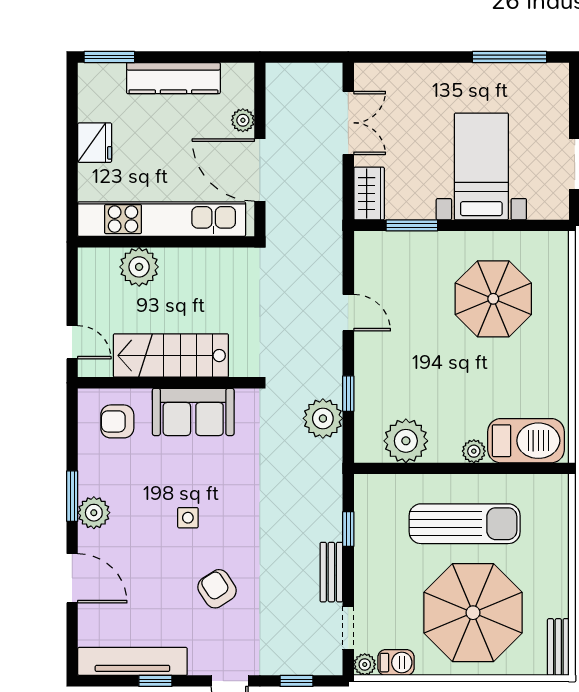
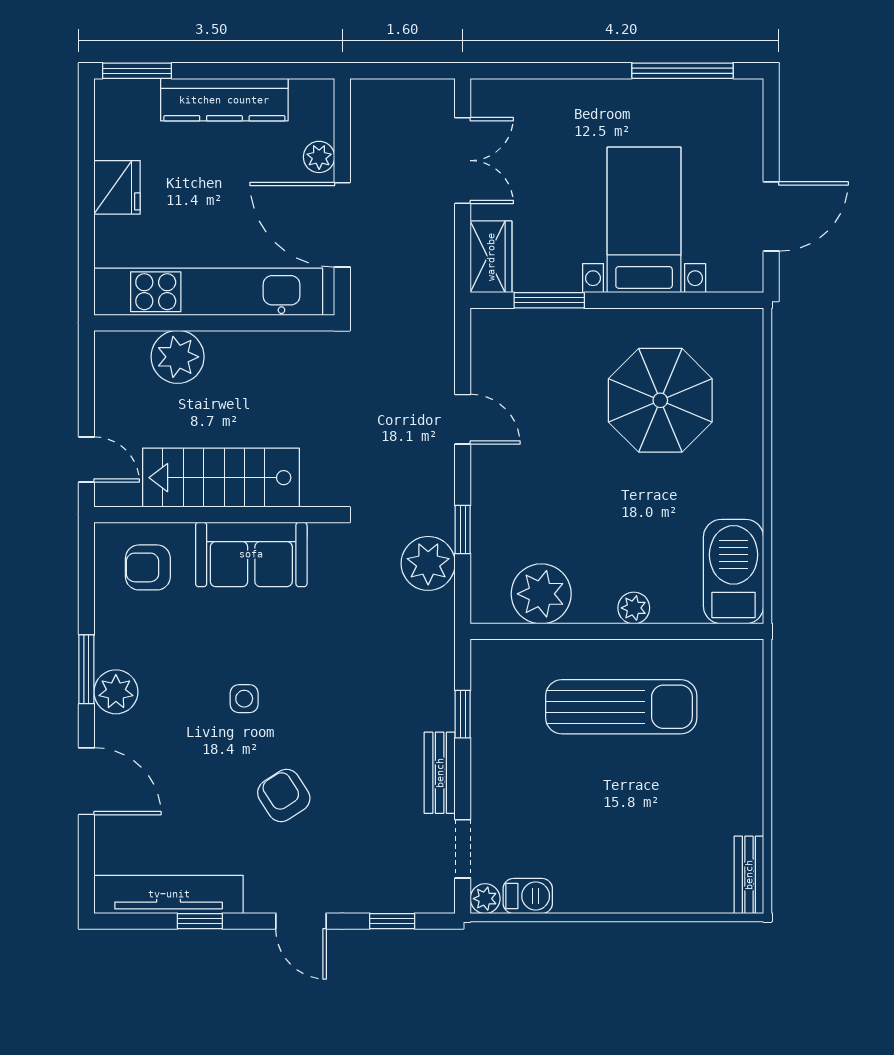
barbecue: (526, 441) -> (734, 572), moved, turned -90
parasol: (473, 613) -> (633, 828), removed

